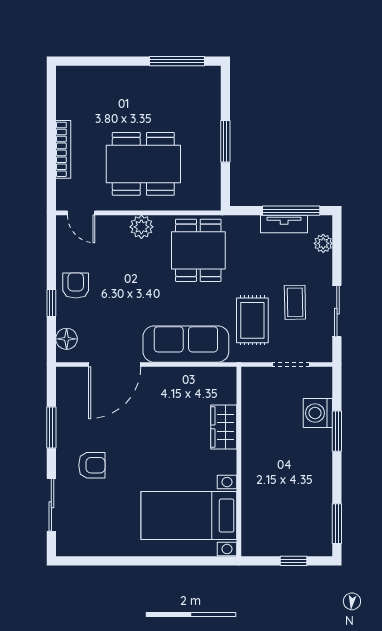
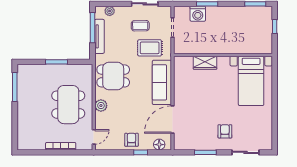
tv unit: (284, 224) -> (99, 36), width x1.41
armchair: (76, 286) -> (131, 140), turned 90
door: (115, 364) -> (173, 119), swing flipped

